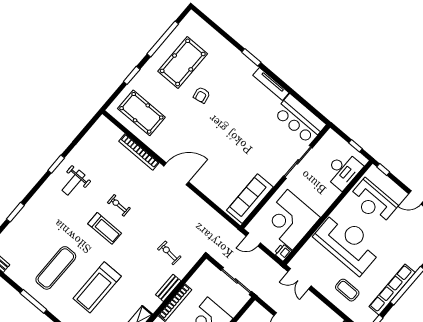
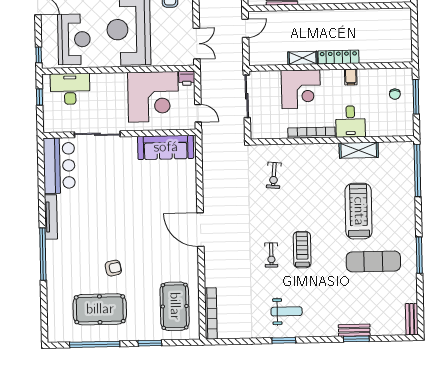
window: (251, 57) -> (43, 254), width x2.11
bookcase: (139, 152) -> (211, 313), moved
treadmill: (97, 287) -> (359, 211), turned -90
bench: (168, 288) -> (354, 330), moved

